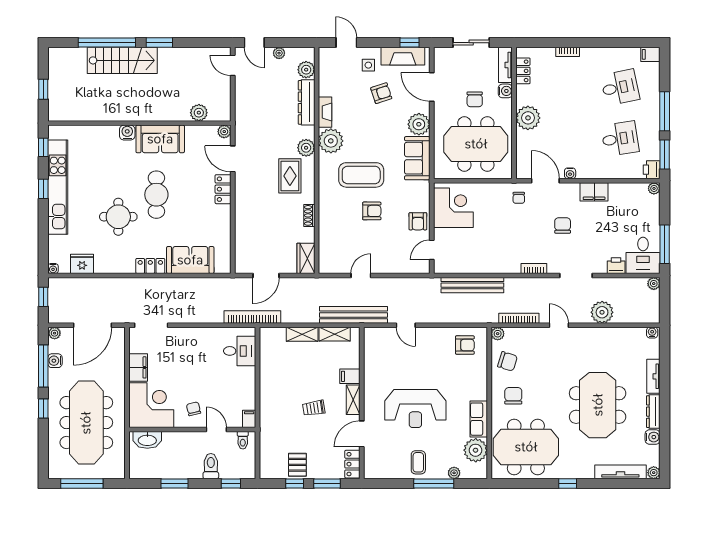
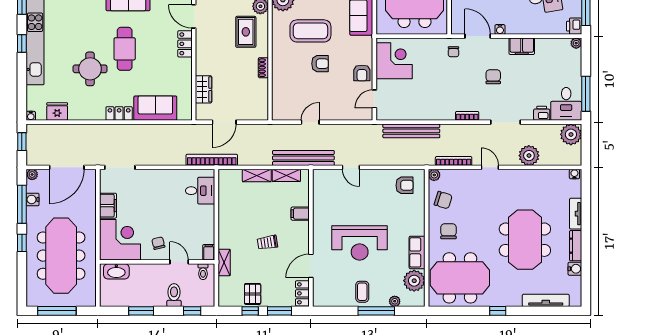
wardrobe: (306, 258) -> (204, 89), moved, turned 180
plant: (654, 284) -> (571, 134), width x1.87, depth x1.87
shelving: (353, 400) -> (224, 263), moved
plant: (654, 473) -> (576, 301), removed

